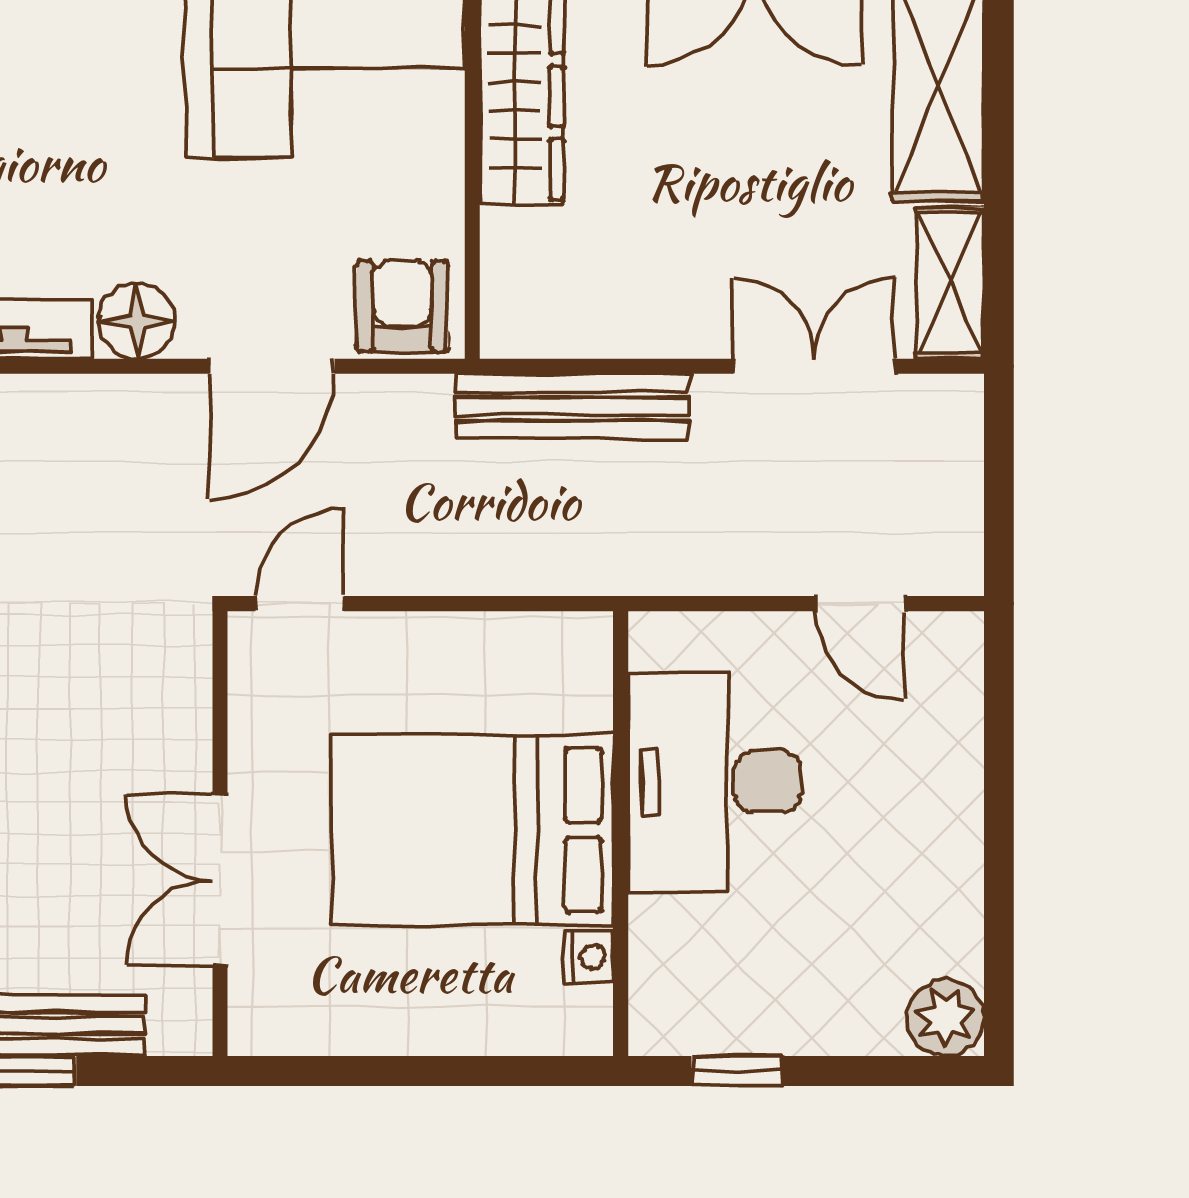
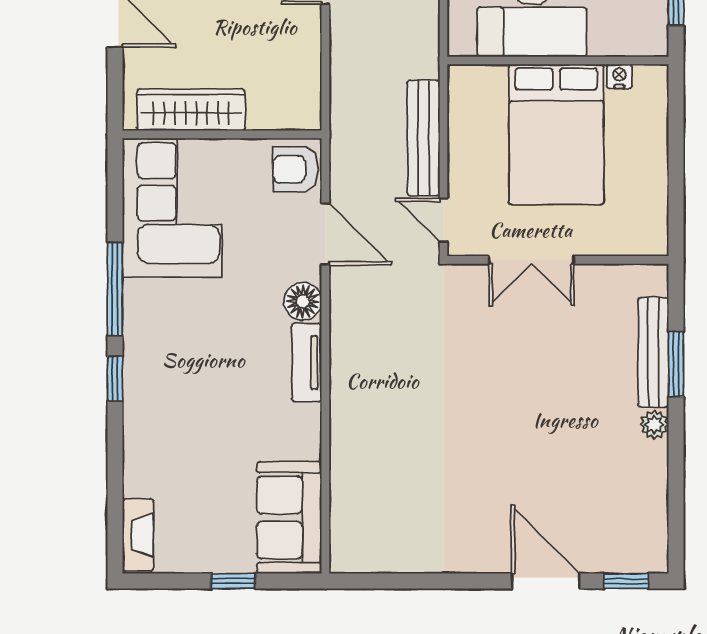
bench: (572, 406) -> (424, 138), moved
double door: (220, 880) -> (532, 260), moved

